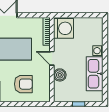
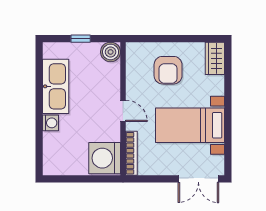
boiler: (60, 75) -> (111, 52), moved
armchair: (23, 84) -> (168, 70), turned -90

